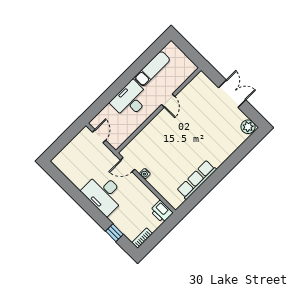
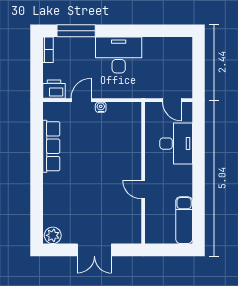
exam couch: (152, 69) -> (184, 220), moved
desk: (130, 100) -> (176, 144), moved
door: (128, 165) -> (81, 100), moved
window: (114, 233) -> (76, 31), width x2.17

